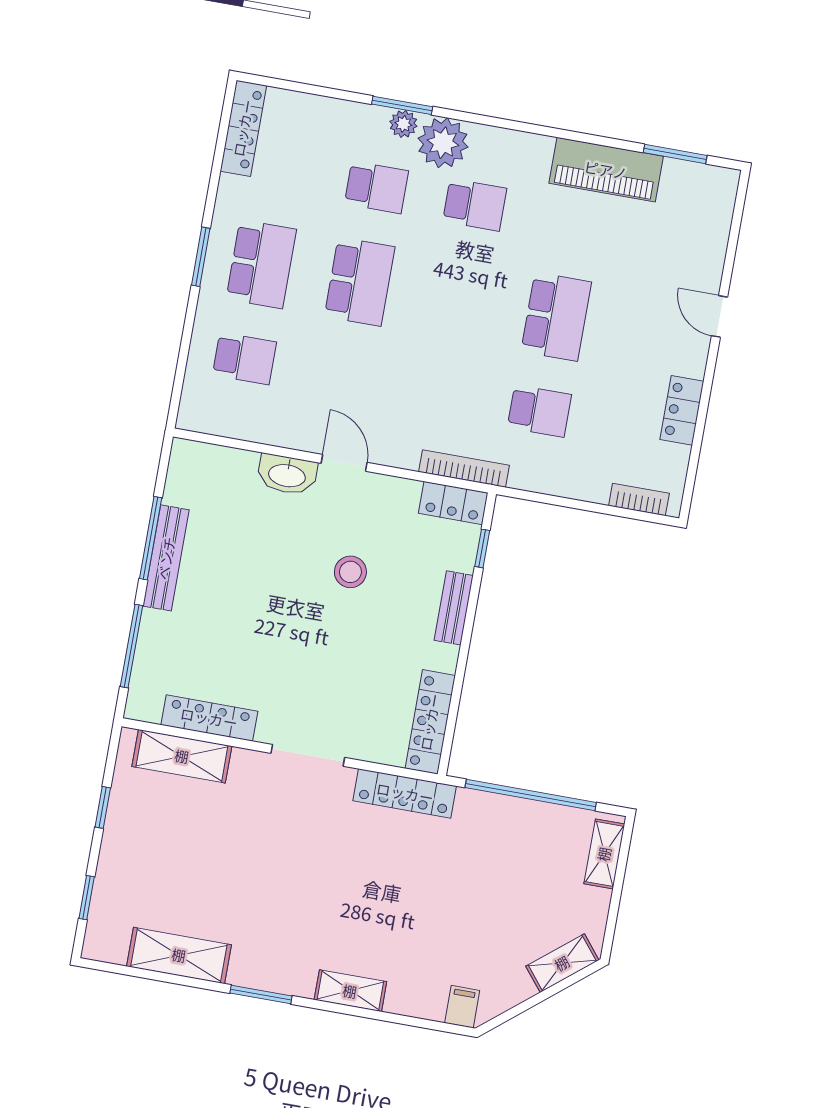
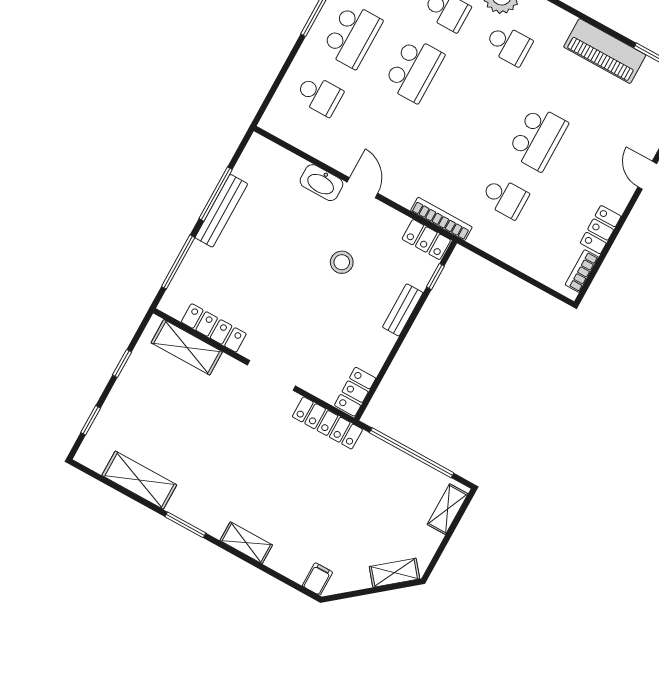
bookcase: (639, 499) -> (582, 271), moved, turned -90
locker: (430, 722) -> (355, 392), width x0.66

